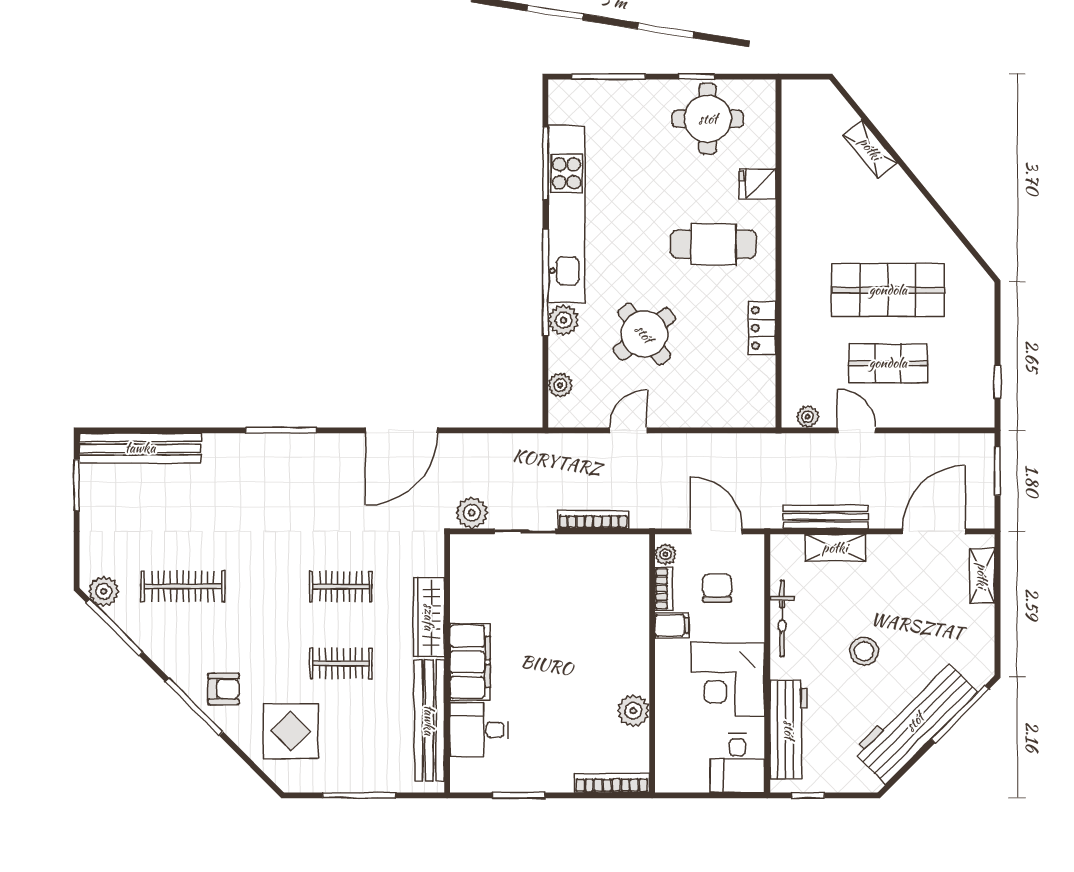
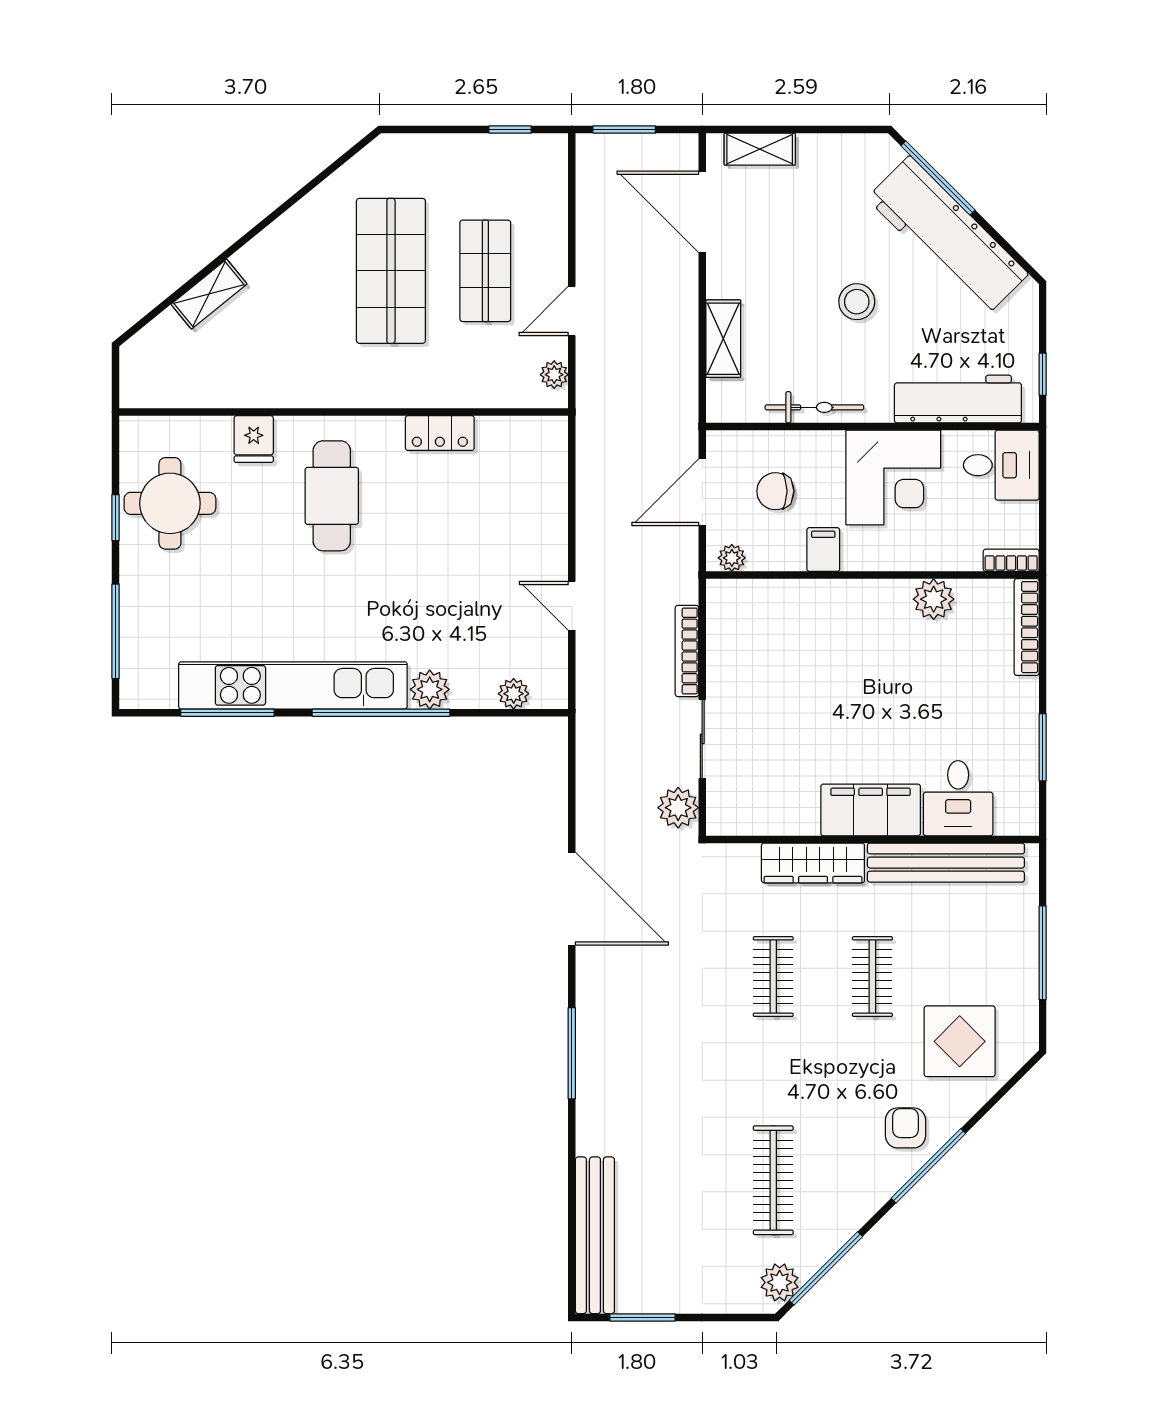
round table: (644, 334) -> (448, 585), removed
bench: (826, 517) -> (683, 351), removed
bookcase: (664, 589) -> (1011, 560), moved

